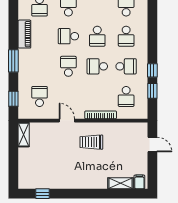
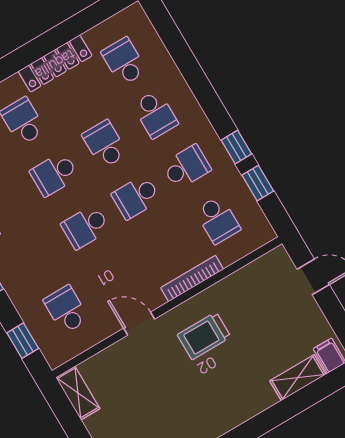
school desk: (97, 36) -> (105, 144), turned 180
school desk: (68, 66) -> (85, 227), turned -90

